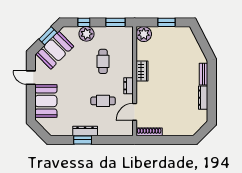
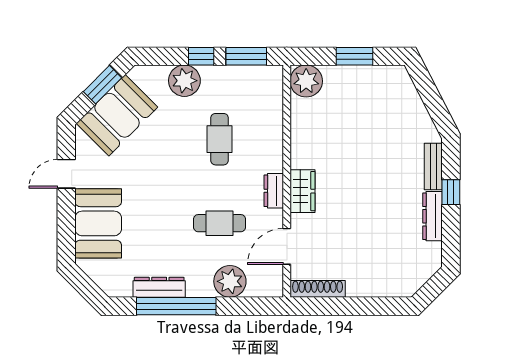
window: (84, 22) -> (201, 56), moved
wardrobe: (142, 71) -> (302, 191), moved
door: (31, 78) -> (66, 174), hinge flipped
window: (212, 86) -> (451, 192), added
plant: (108, 128) -> (230, 281), added
dresser: (85, 131) -> (159, 287), moved
window: (83, 140) -> (176, 306), width x2.11

